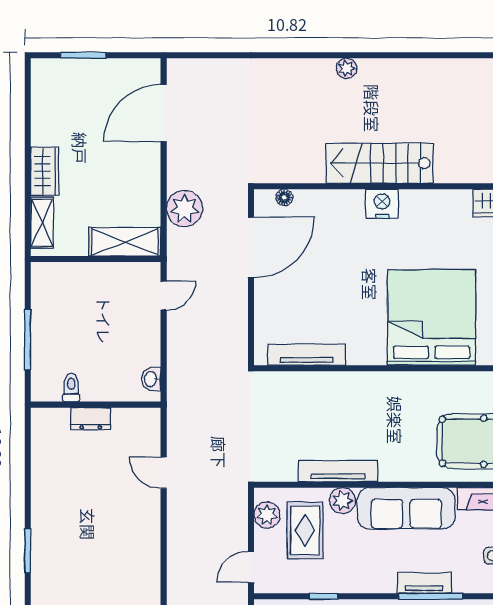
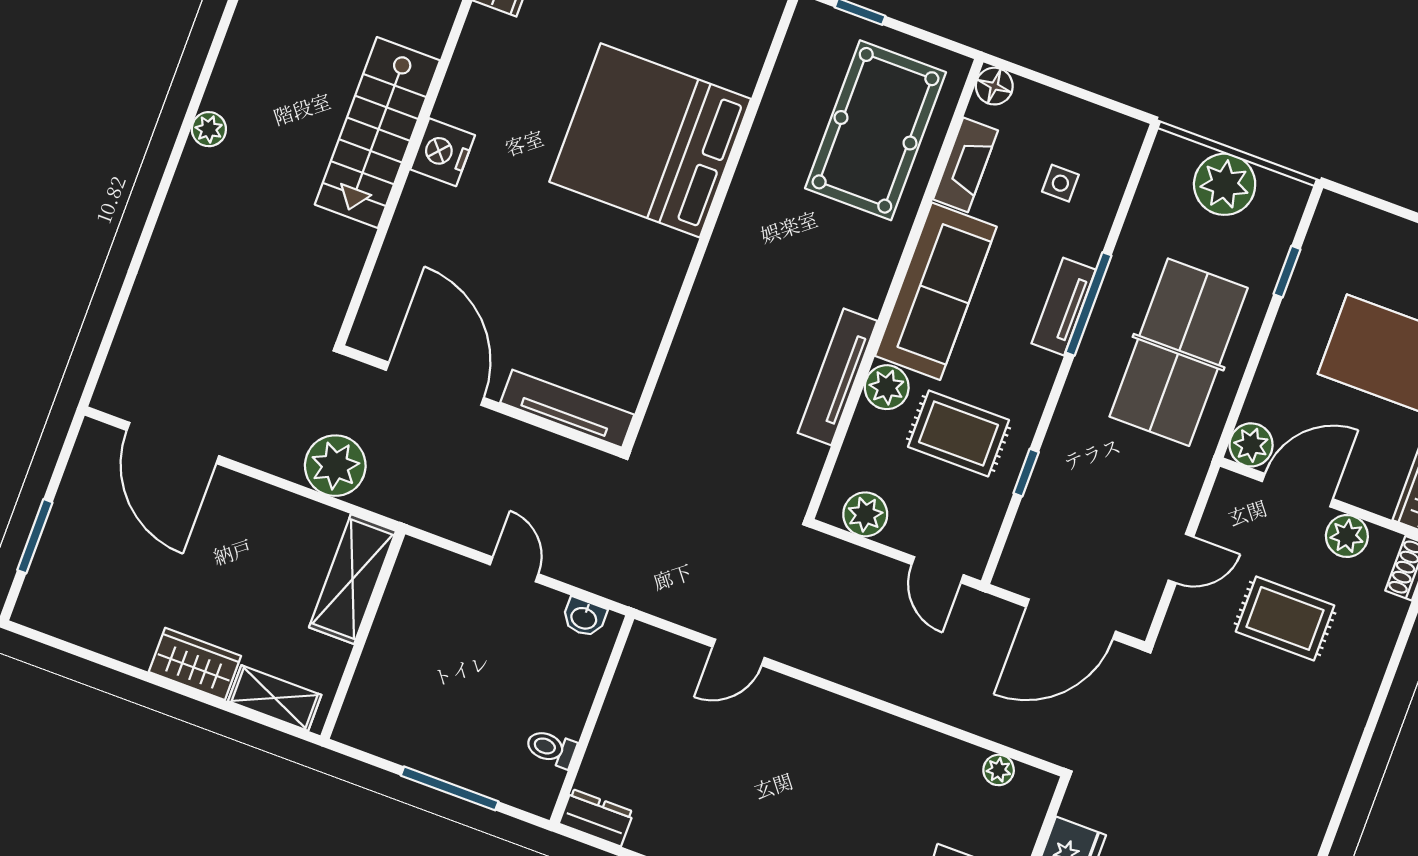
floor lamp: (284, 197) -> (376, 302), removed
door: (164, 296) -> (514, 569), moved
tv unit: (307, 355) -> (567, 409), moved, turned 90
dresser: (91, 419) -> (596, 818), moved, turned -90
rug: (305, 530) -> (959, 433), moved

